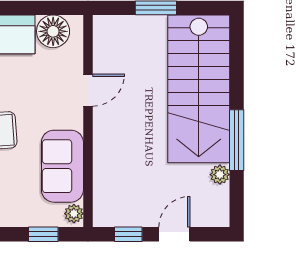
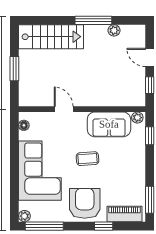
floor lamp: (53, 31) -> (24, 125), width x0.53, depth x0.53
stairs: (199, 89) -> (51, 37), width x0.73, depth x0.66

